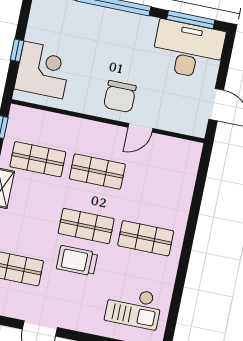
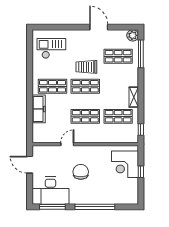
chair: (120, 97) -> (81, 172), moved
freezer: (179, 202) -> (39, 109), added
trolley: (77, 261) -> (86, 67), turned 180

